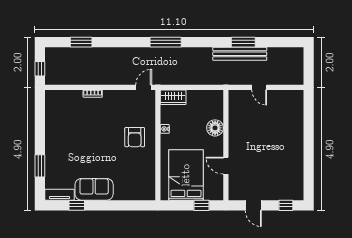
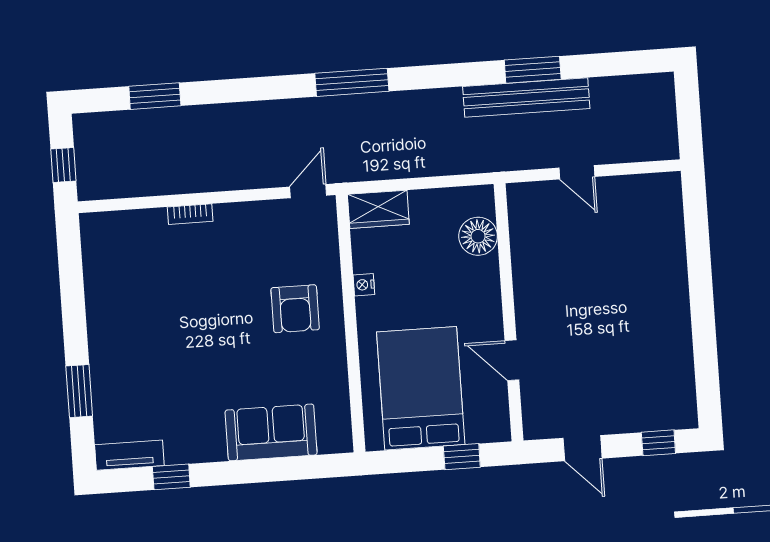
floor lamp: (215, 128) -> (478, 236), moved
sofa: (94, 189) -> (271, 432), moved

